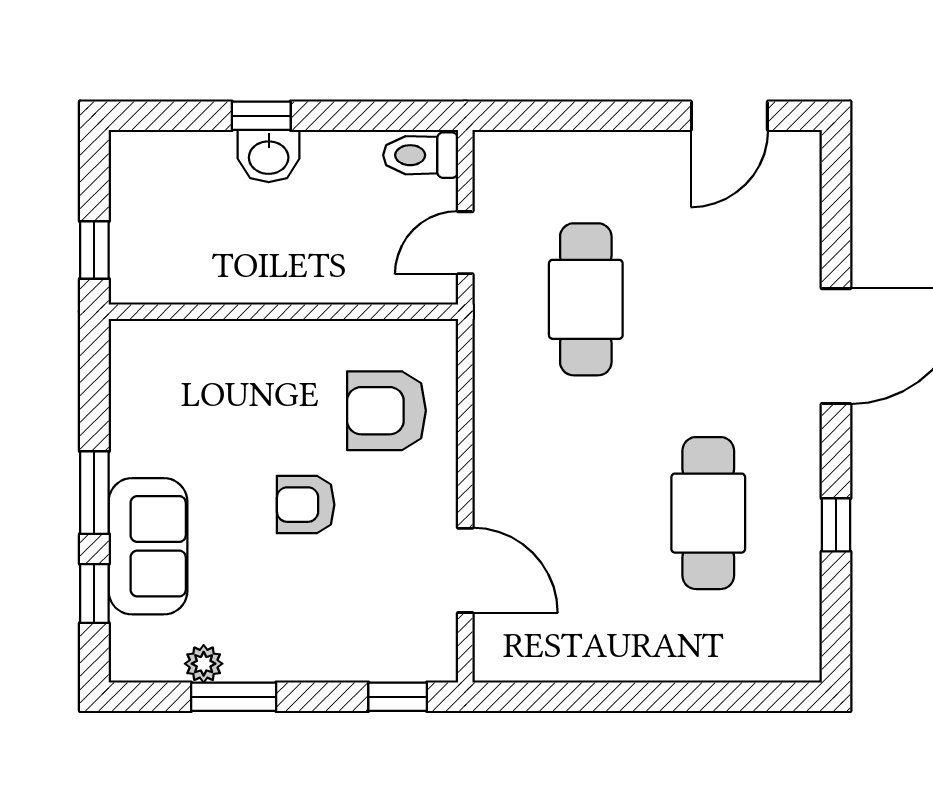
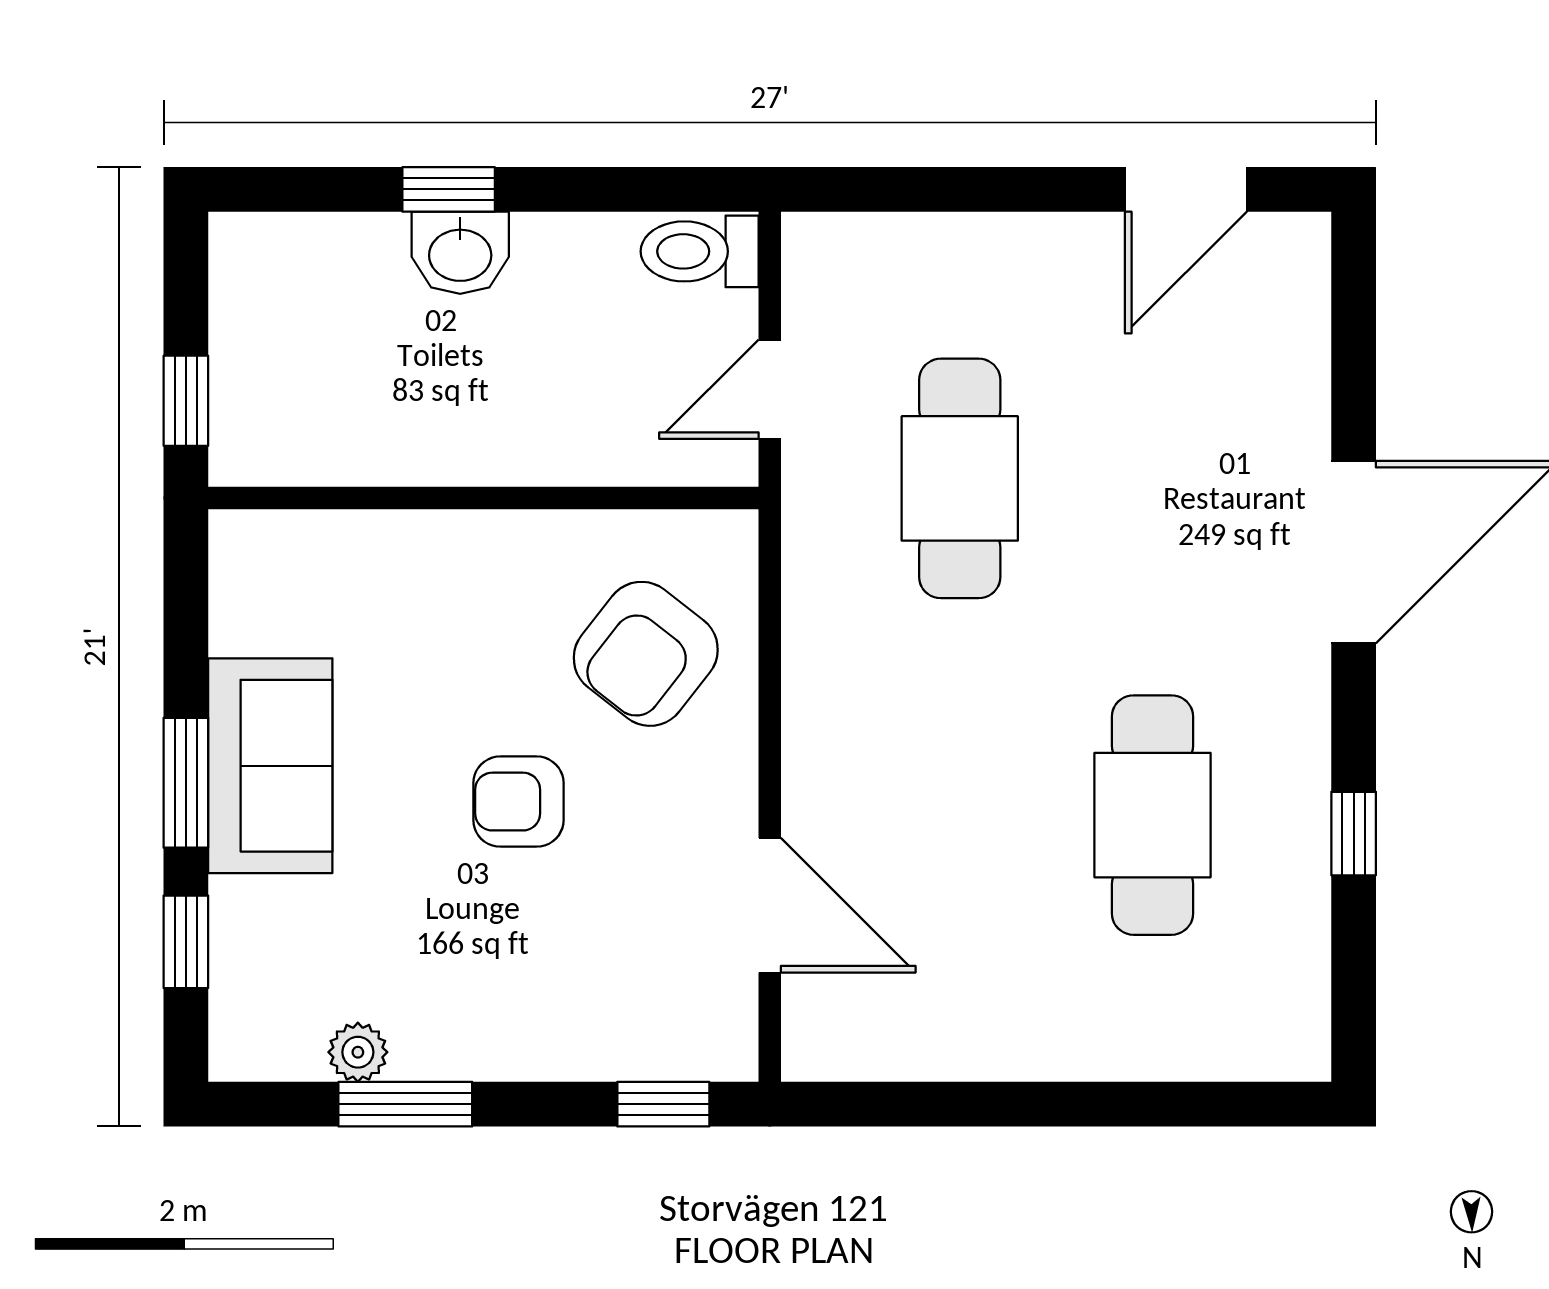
armchair: (386, 411) -> (646, 654), turned -52
sofa: (148, 546) -> (270, 766), moved

